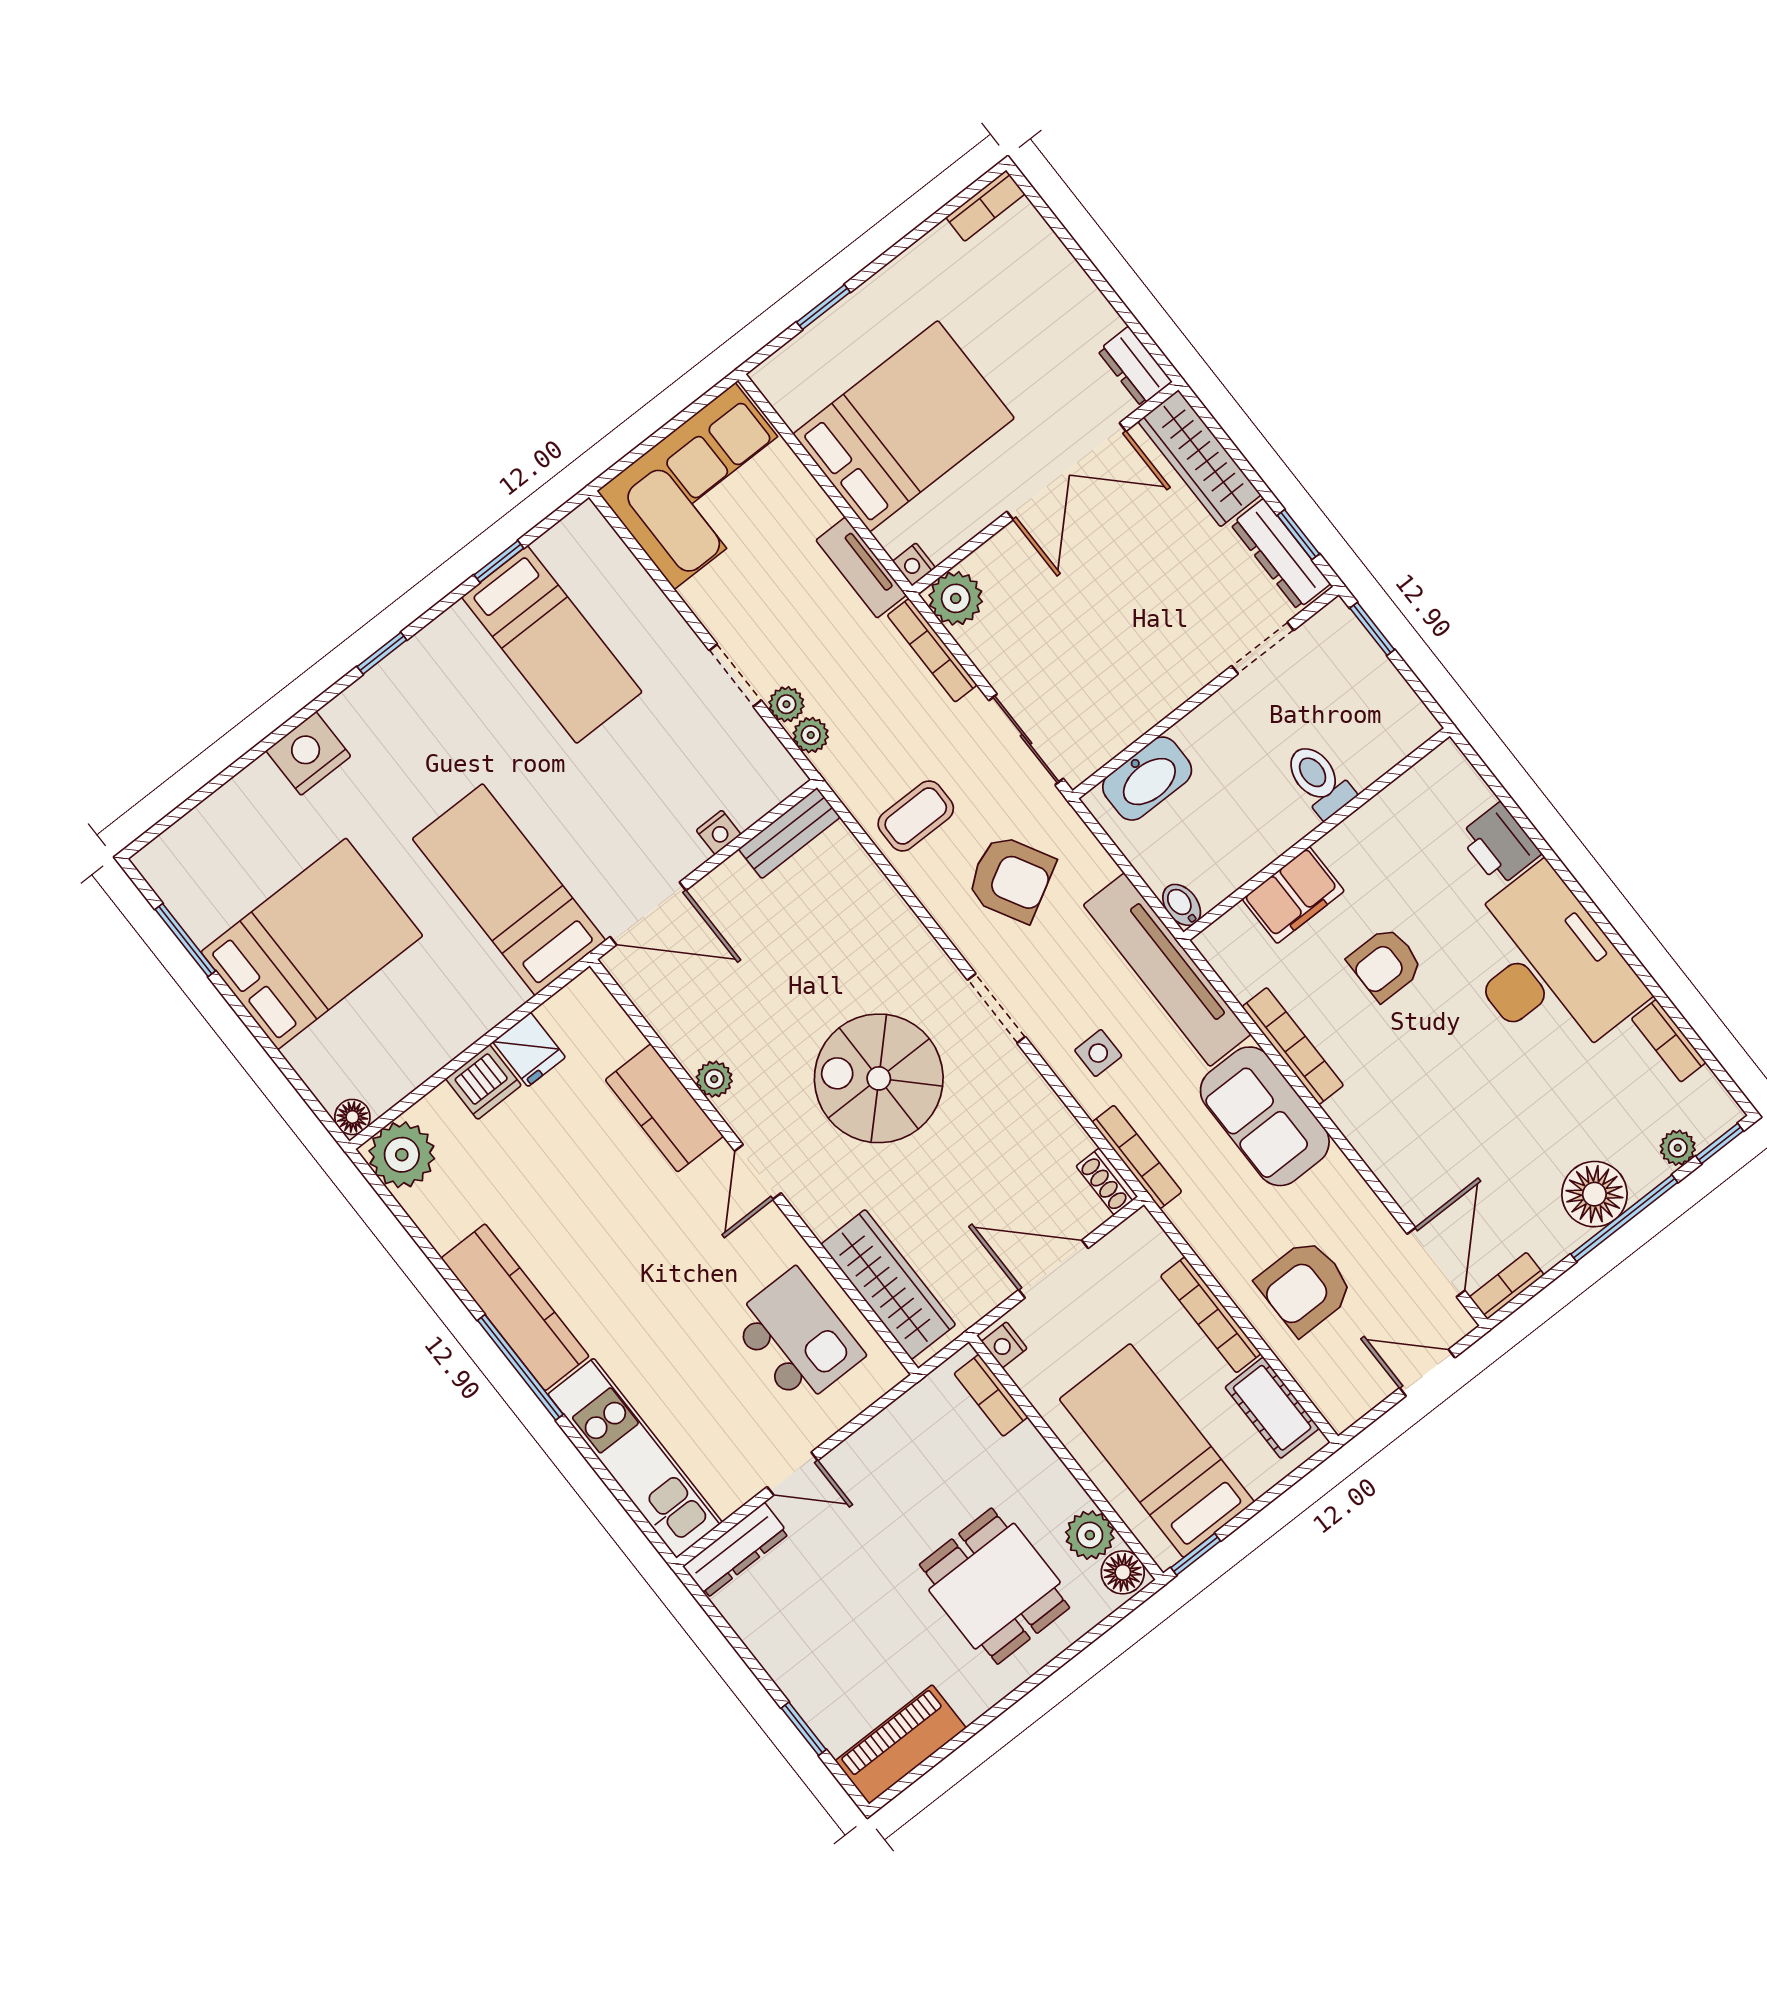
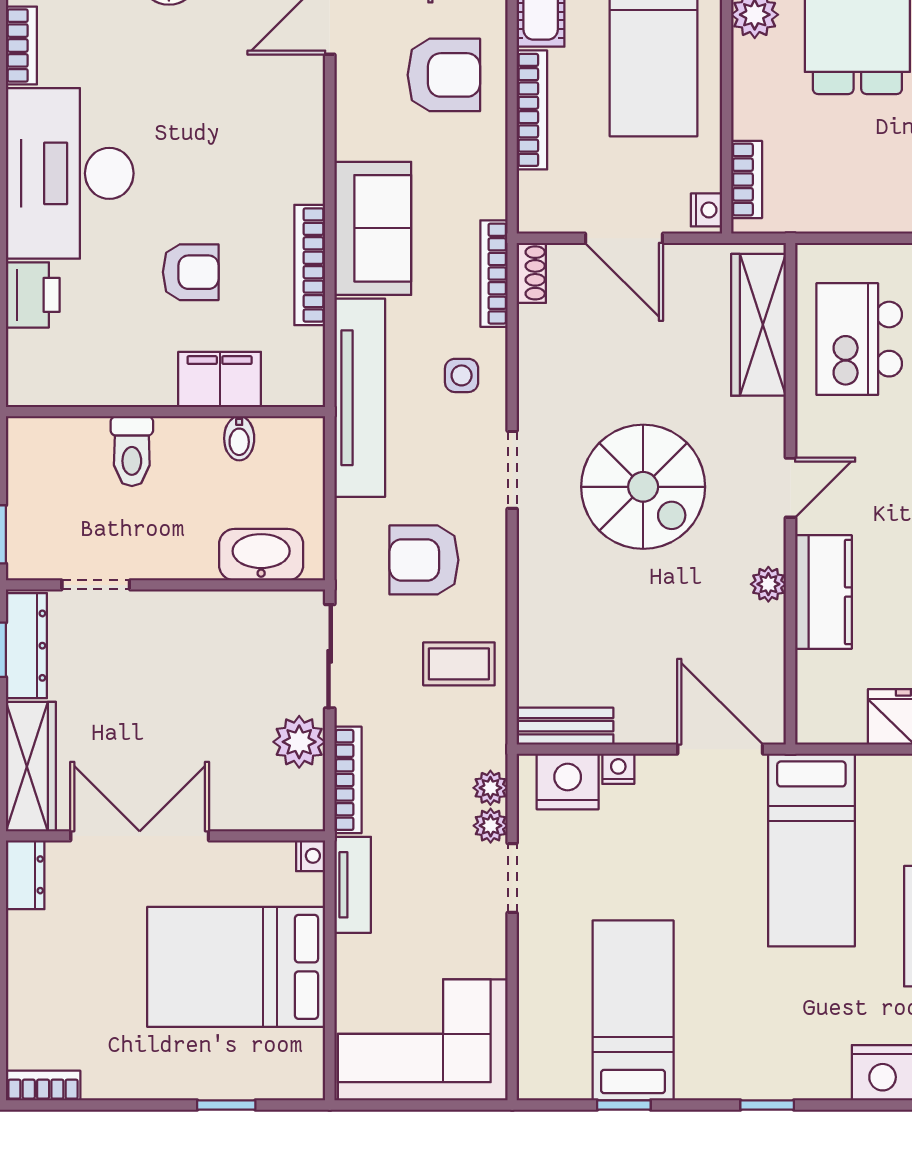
plant: (956, 598) -> (299, 742), moved
nightstand: (752, 790) -> (568, 781), added
armchair: (1011, 878) -> (424, 560), turned -61
bidet: (1182, 905) -> (239, 438), moved

